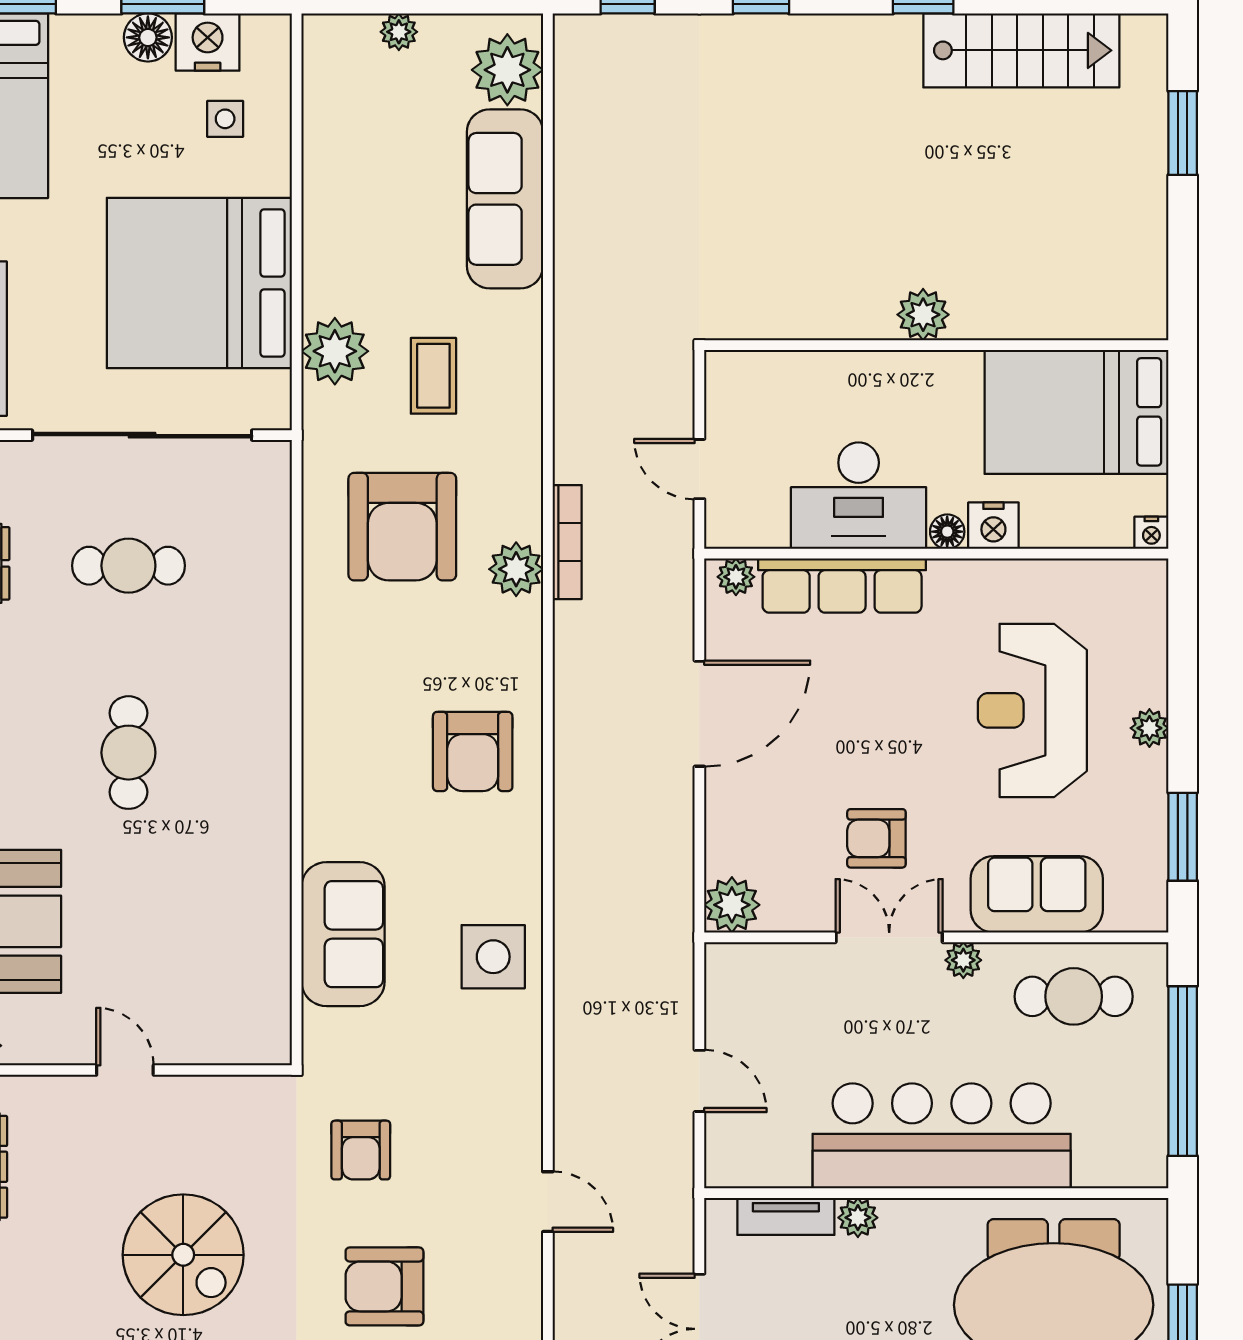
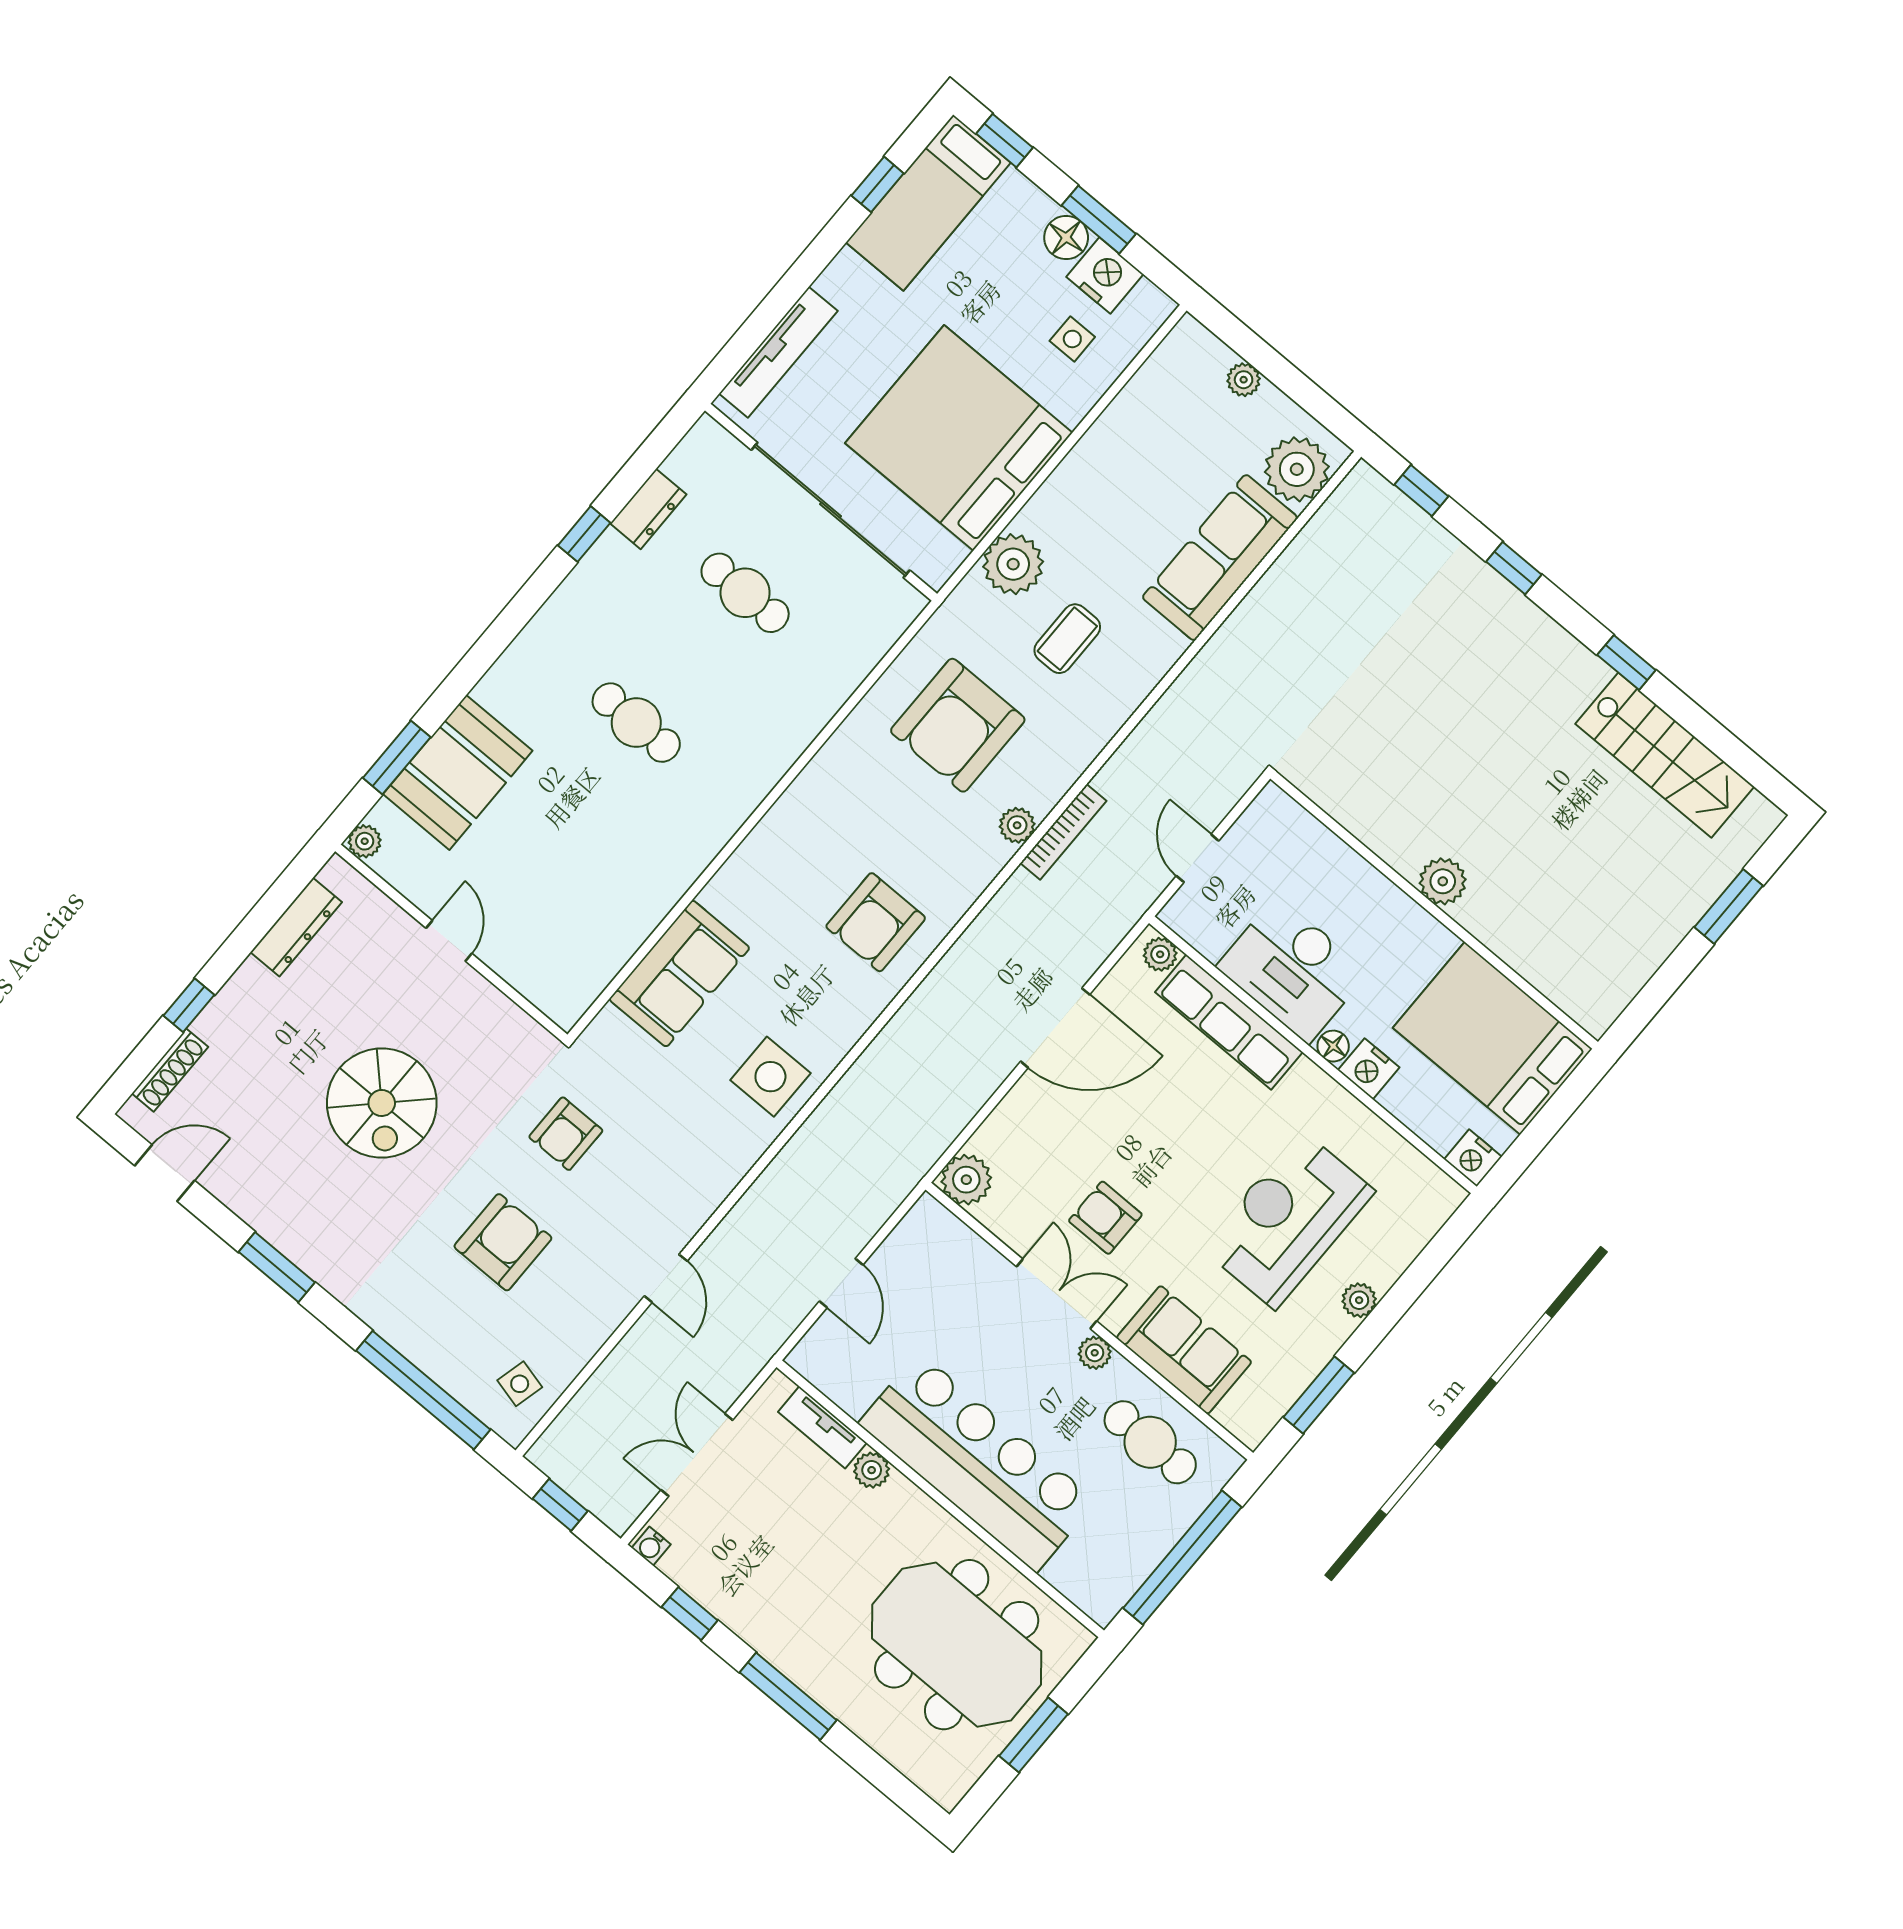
nightstand: (1151, 533) -> (1473, 1158), width x1.39, depth x1.35
plant: (516, 569) -> (1017, 825), width x0.73, depth x0.73
cafe table: (128, 753) -> (636, 723), turned 90
armchair: (384, 1286) -> (503, 1242), turned 90

